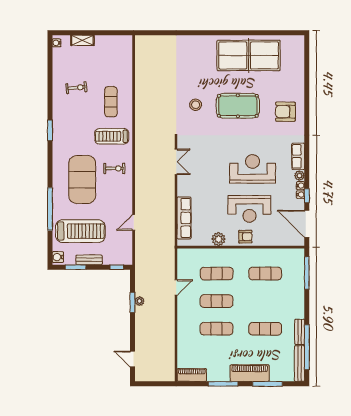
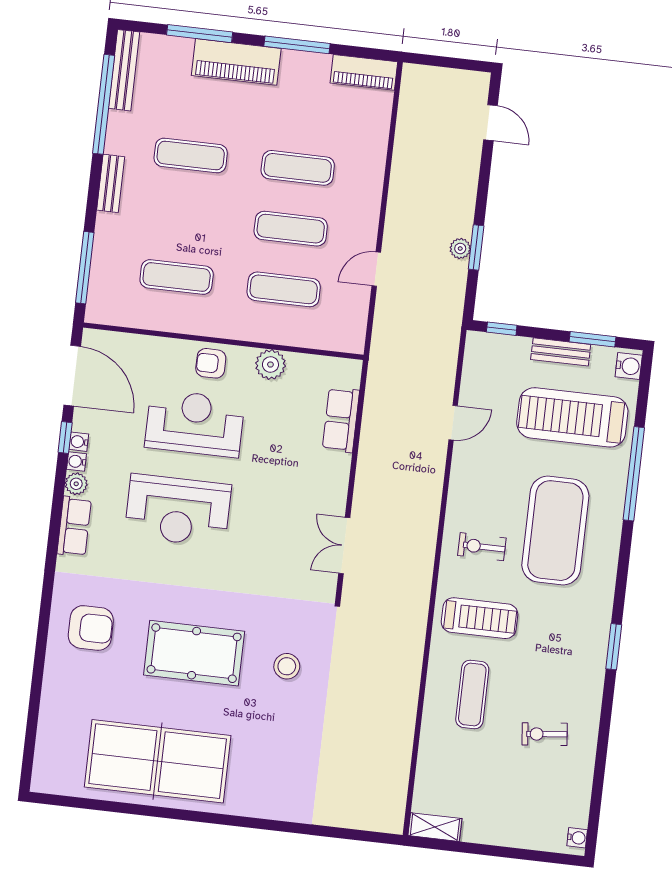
shelving: (82, 40) -> (435, 827), moved
row of seats: (184, 218) -> (341, 420), width x0.68
bench: (300, 332) -> (111, 183), moved

